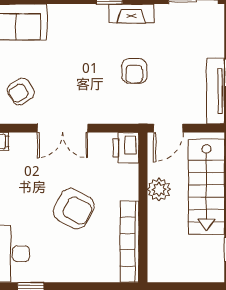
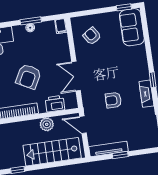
double door: (63, 128) -> (76, 76), moved
printer: (126, 148) -> (55, 104), moved

